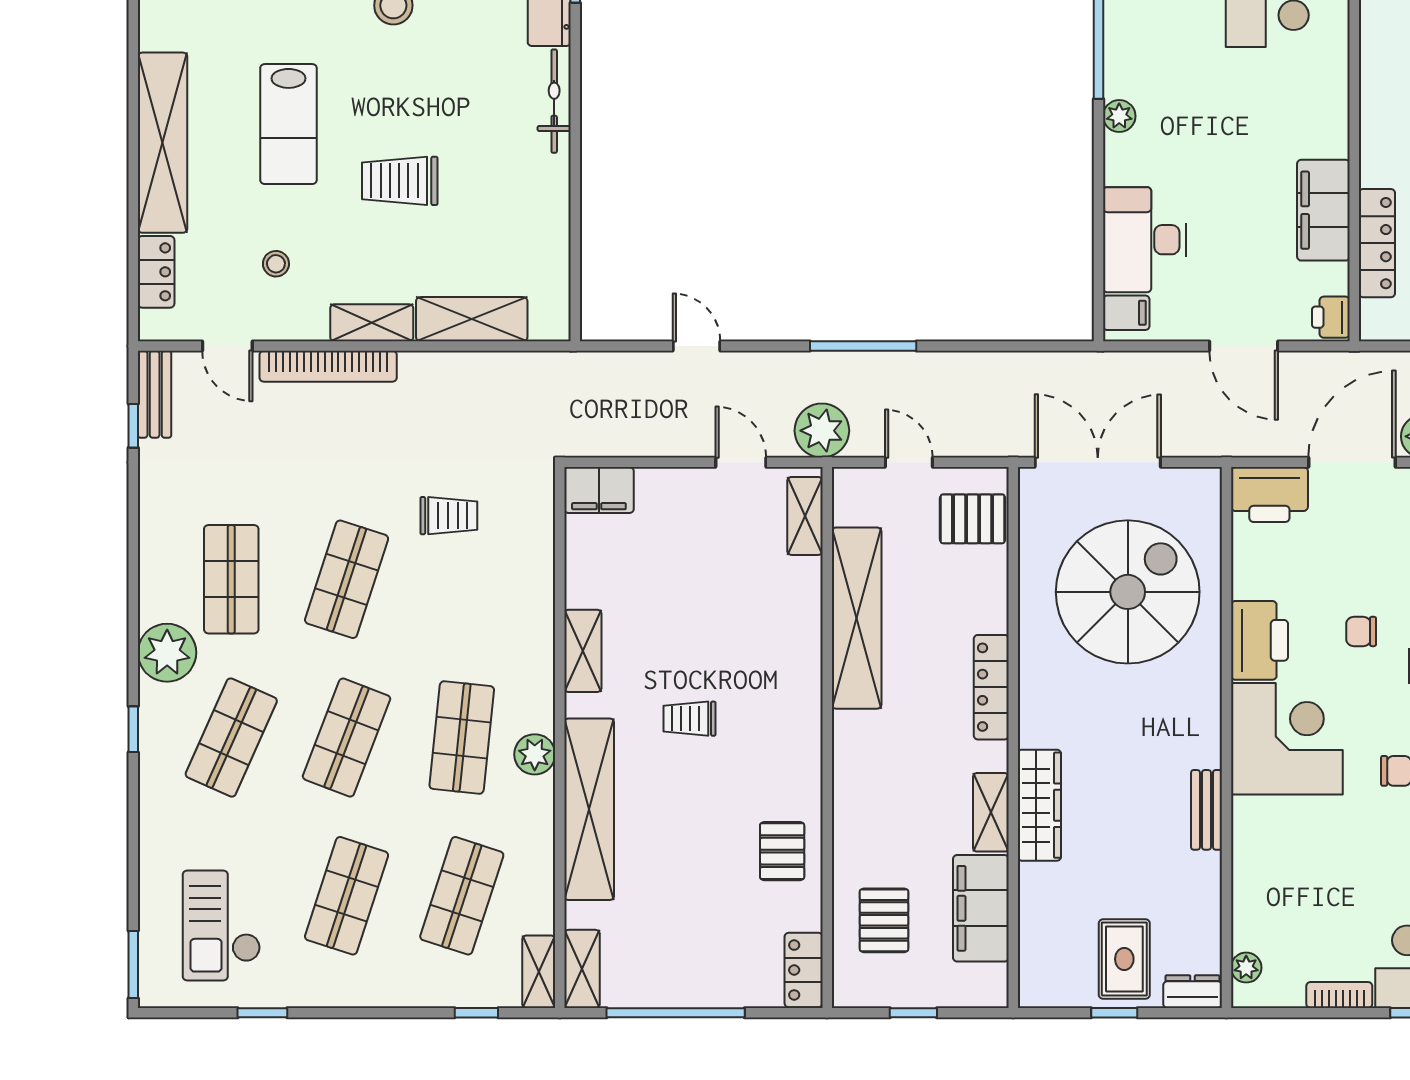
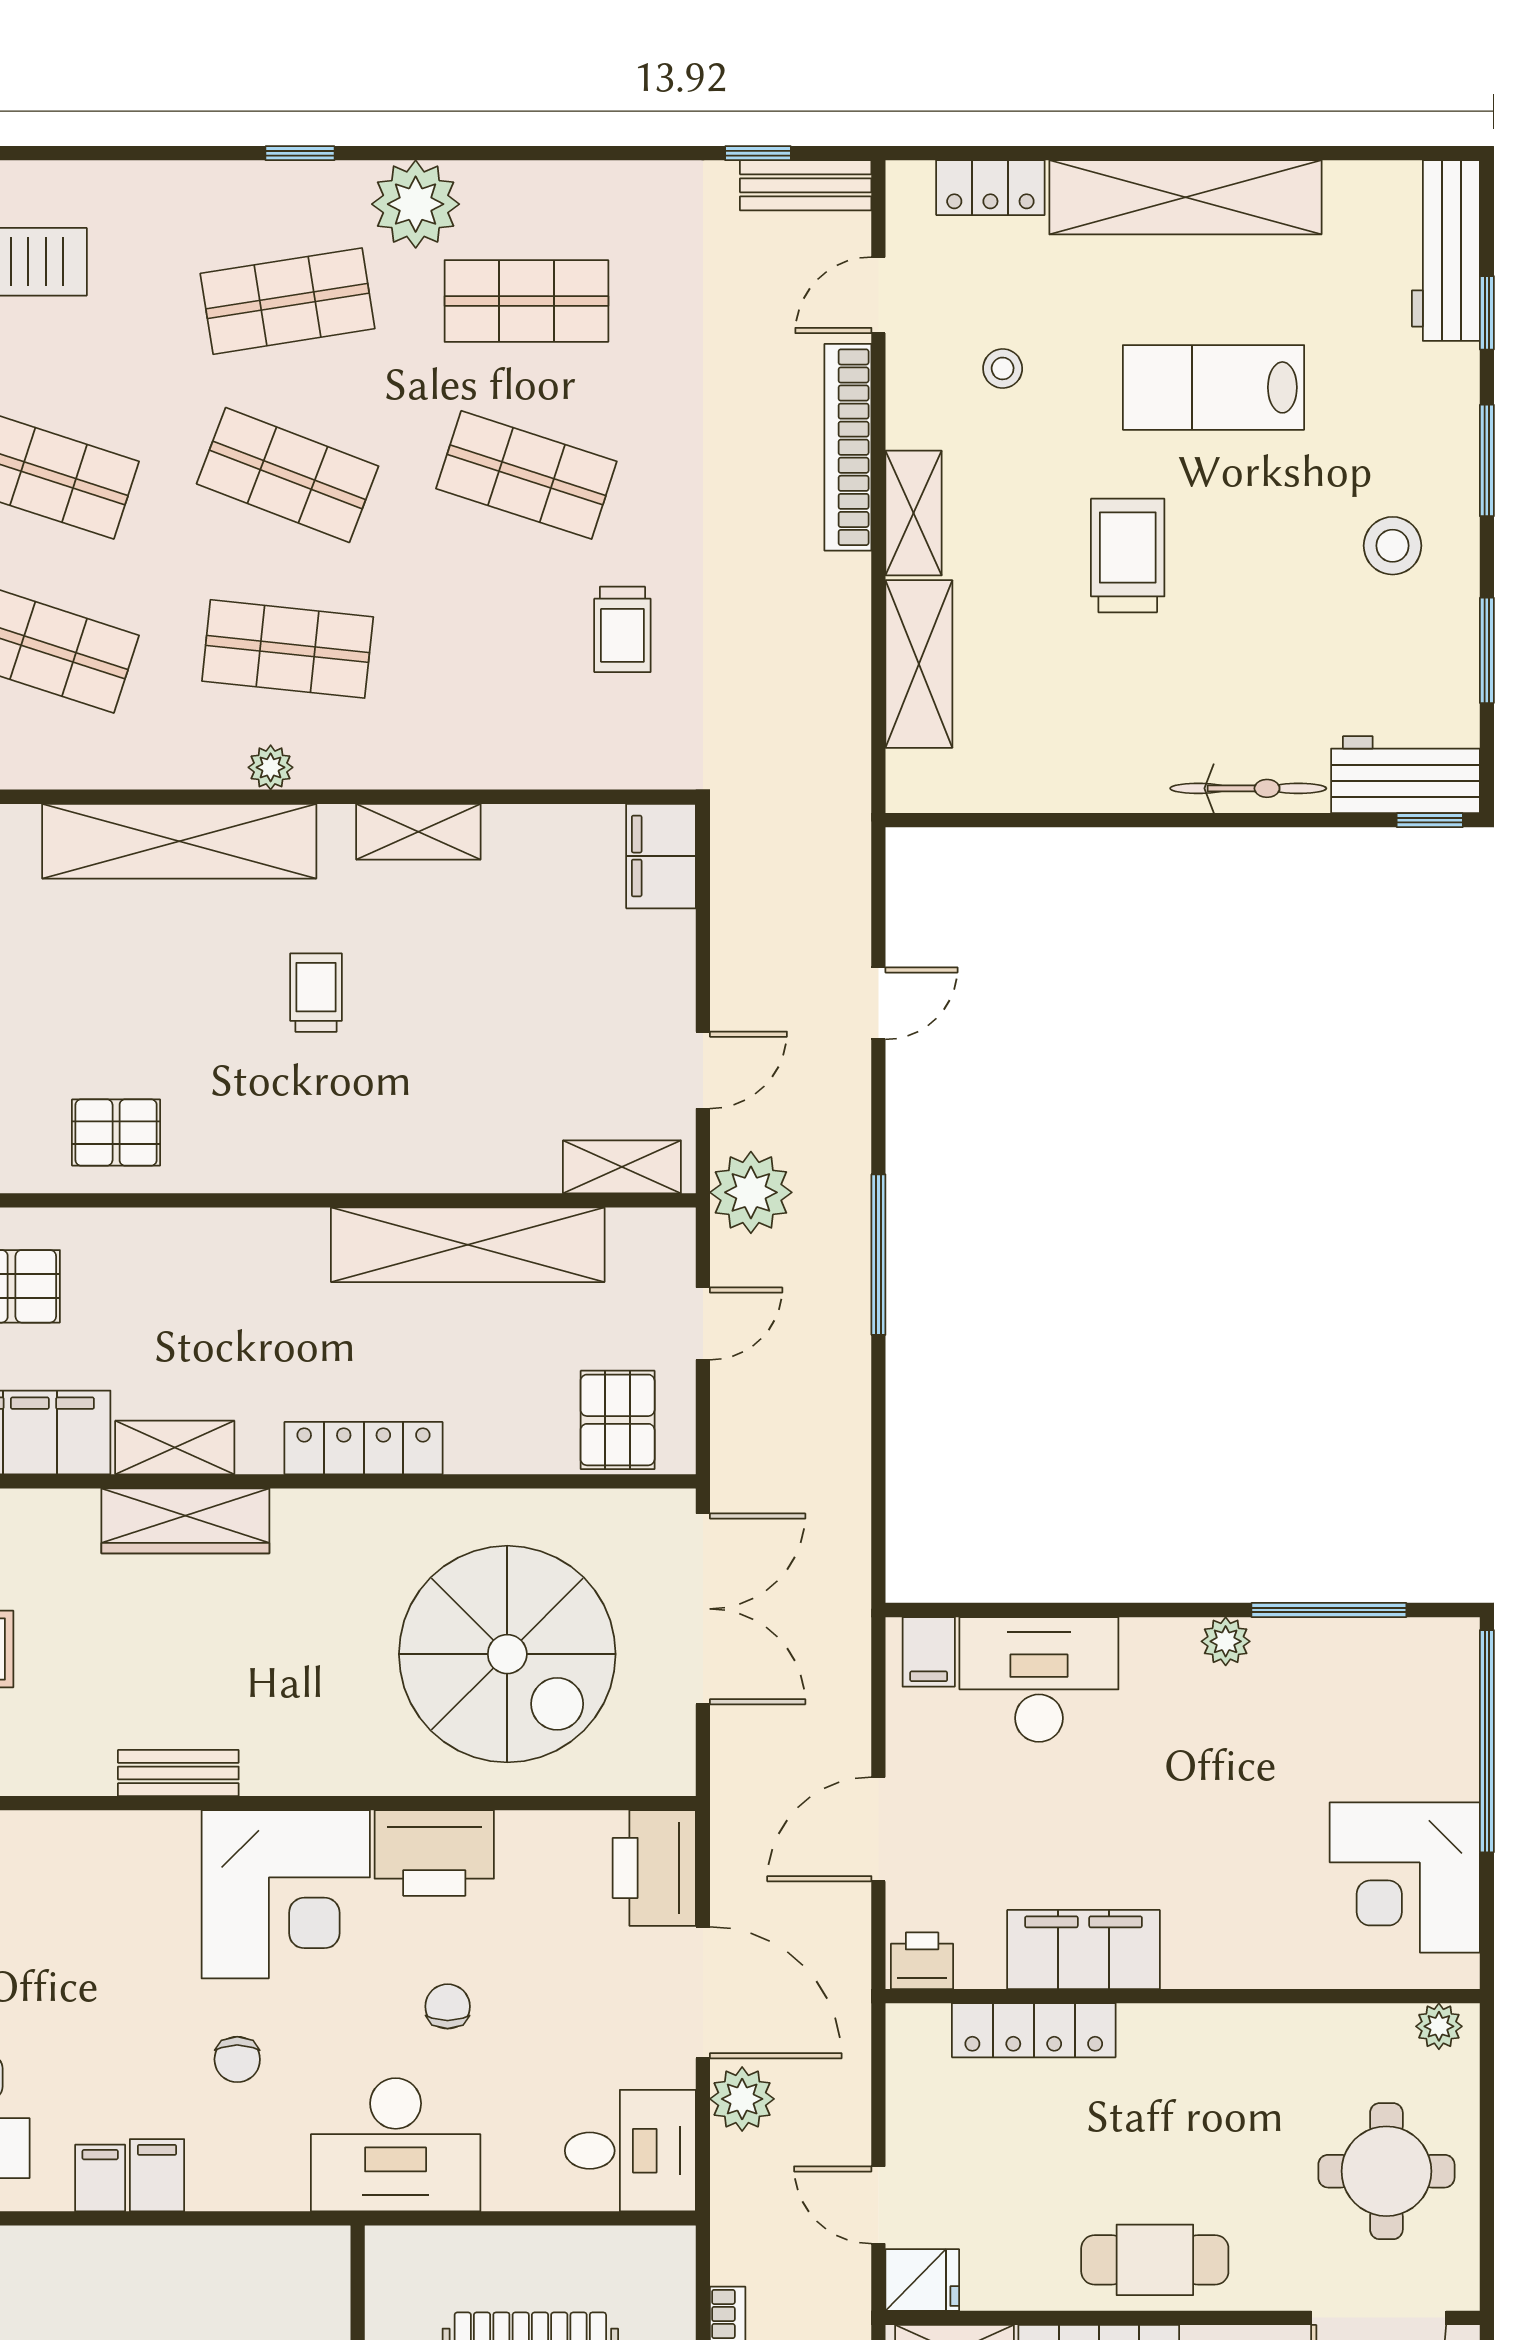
shop shelf: (231, 738) -> (288, 301), turned -33
plant: (535, 754) -> (271, 767), width x0.73, depth x0.73

